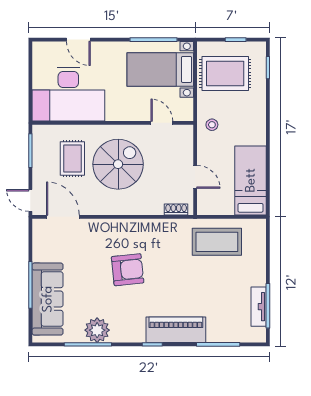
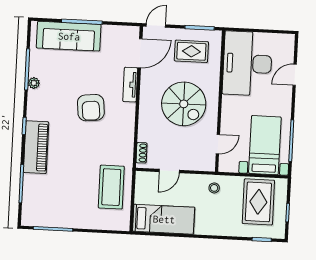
rug: (72, 158) -> (191, 51), moved
tv unit: (259, 307) -> (130, 85), moved, turned -90
plant: (97, 330) -> (34, 83), width x0.53, depth x0.53

